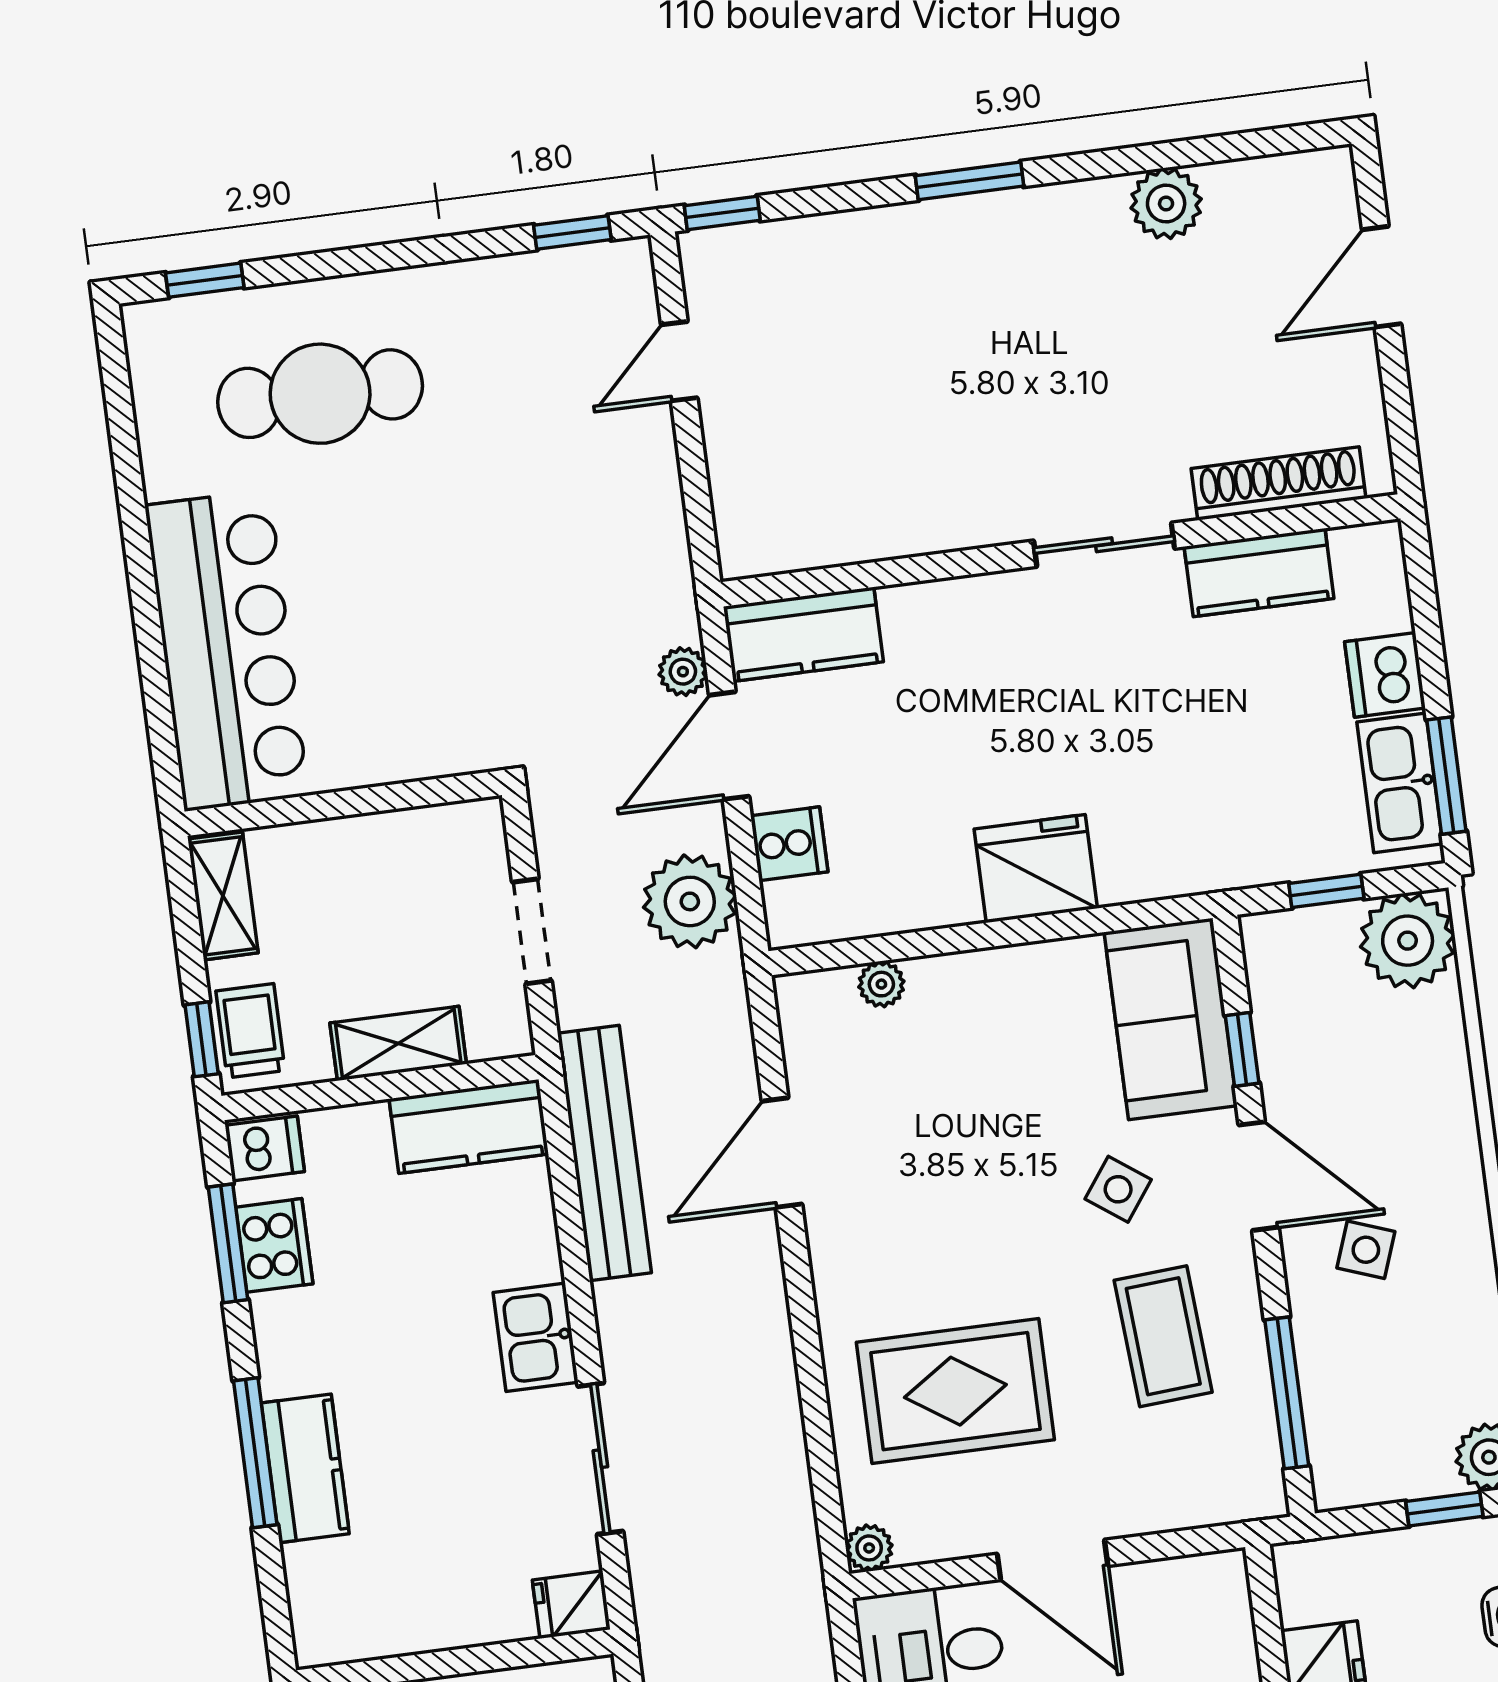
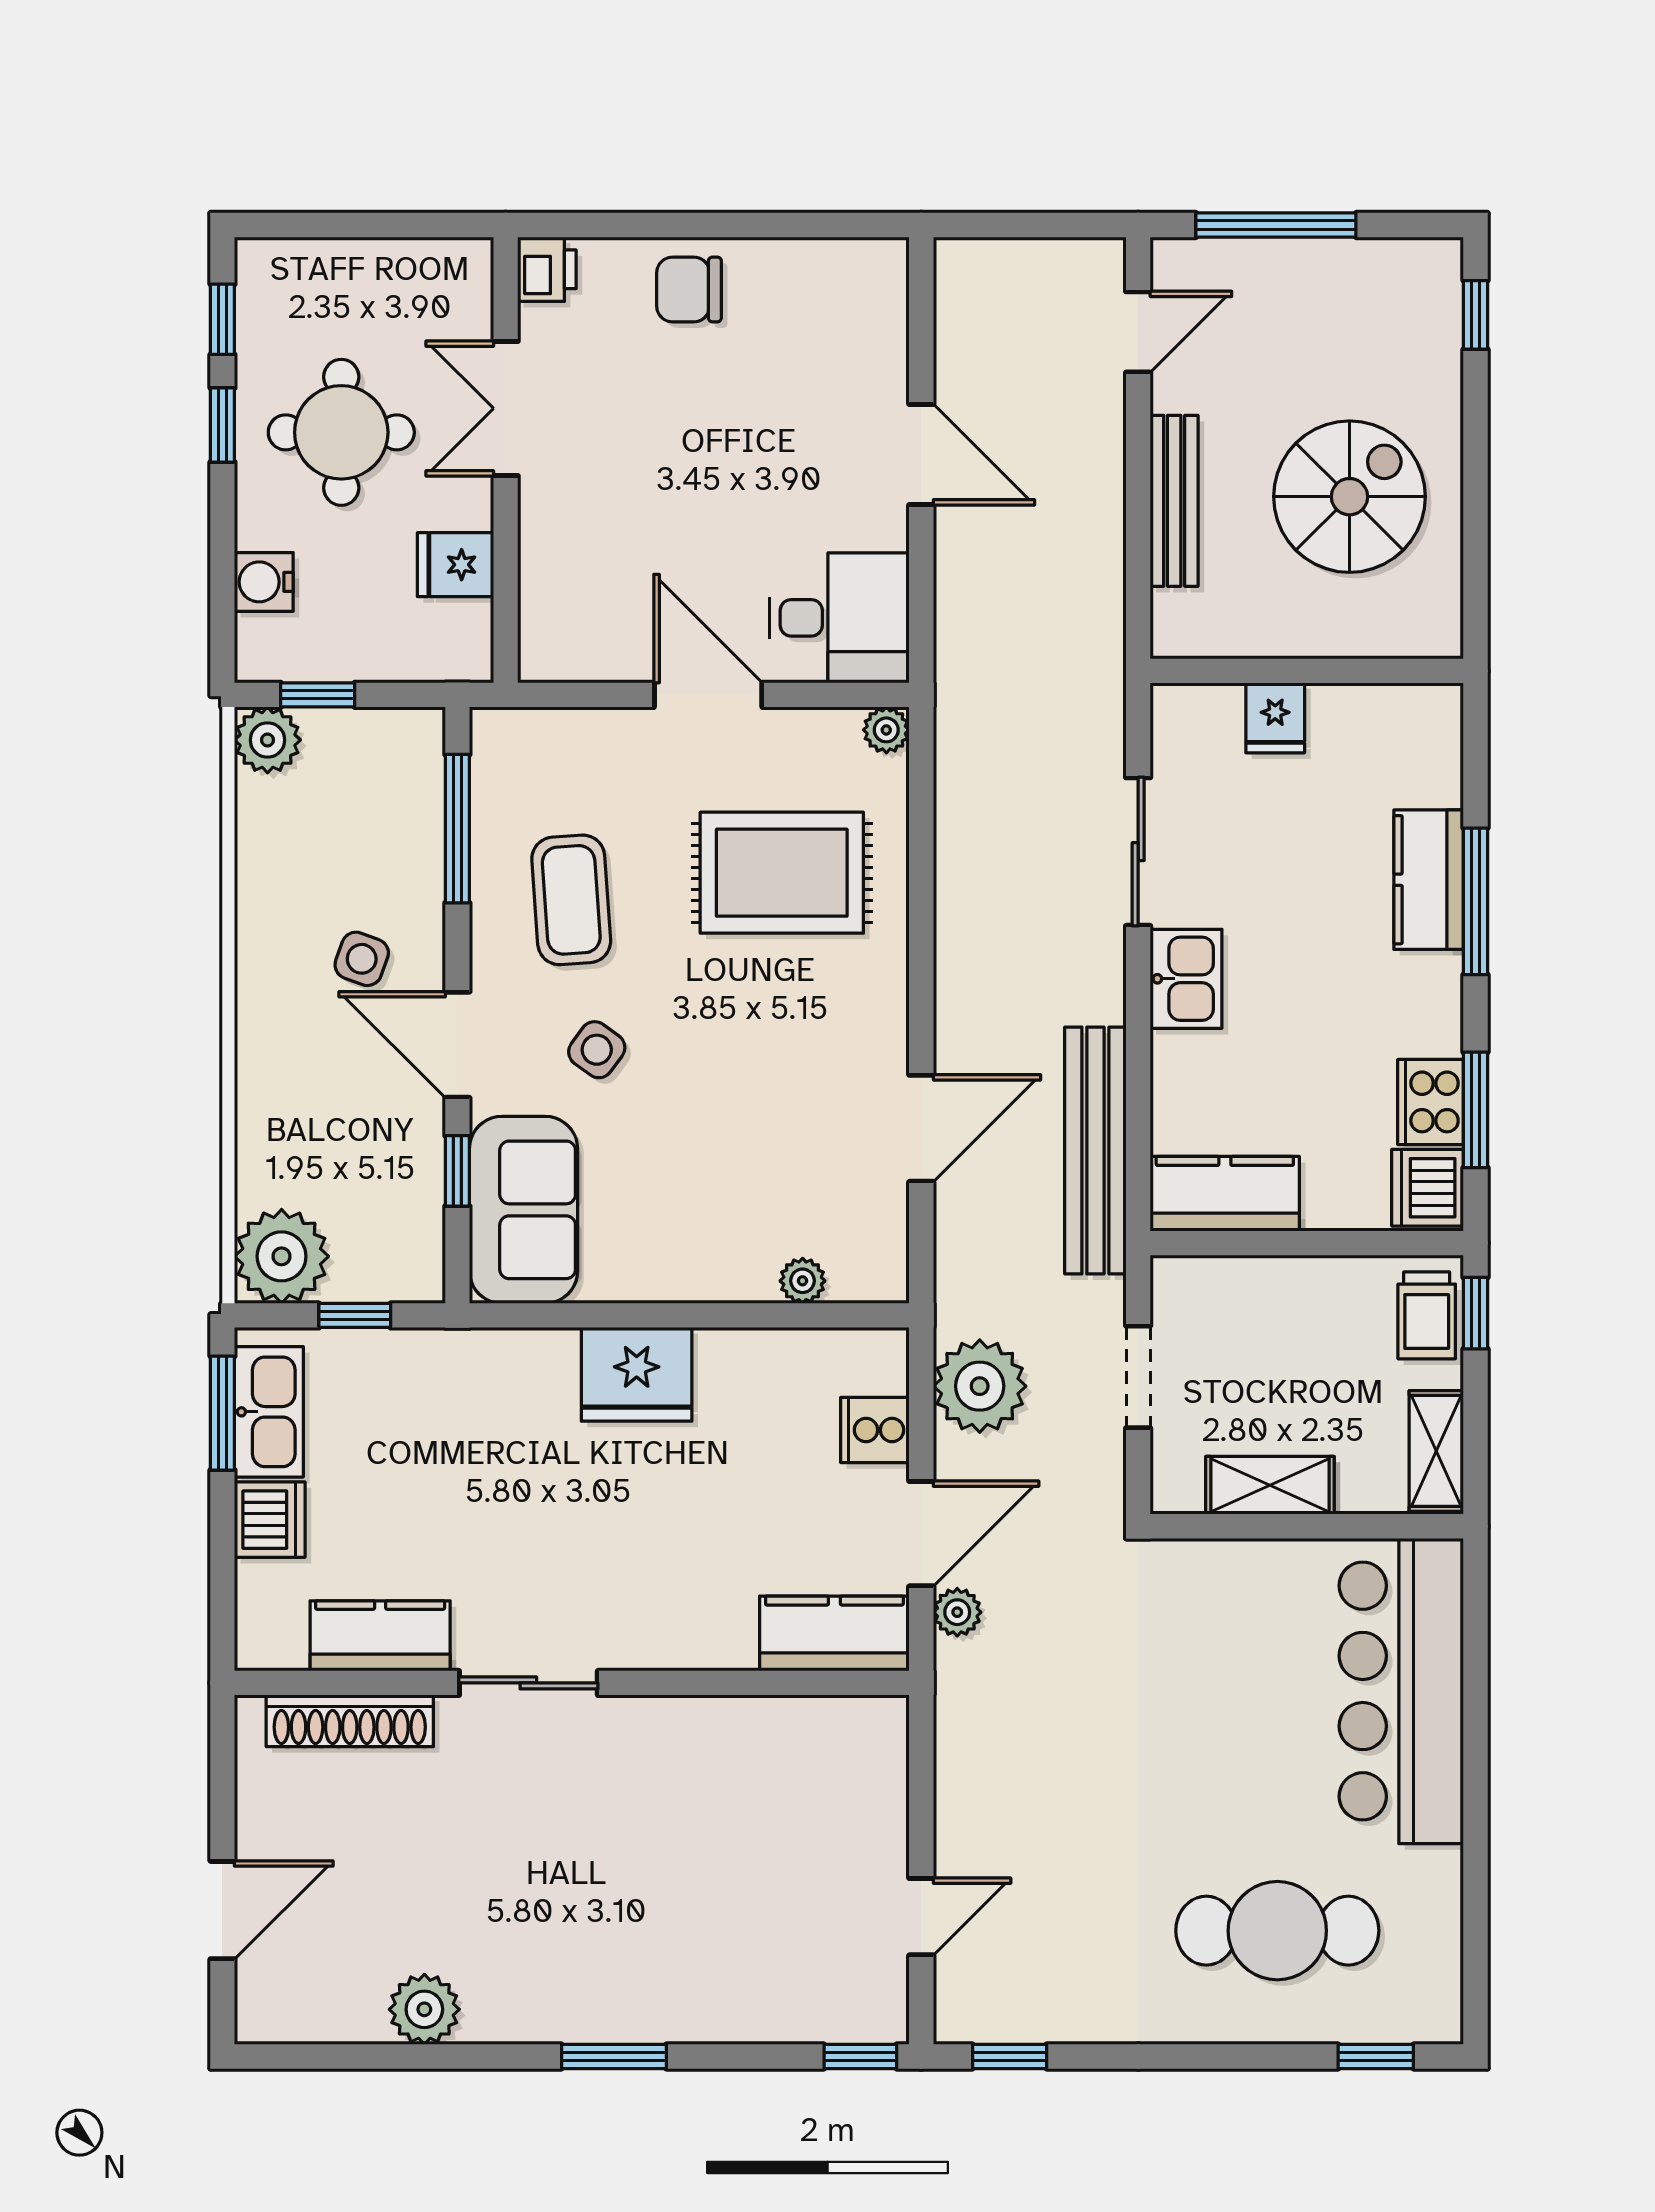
shelving: (398, 1043) -> (1270, 1485), moved
dishwasher: (265, 1148) -> (1428, 1188), width x1.38
fridge: (571, 1605) -> (1275, 718), moved, turned 90

